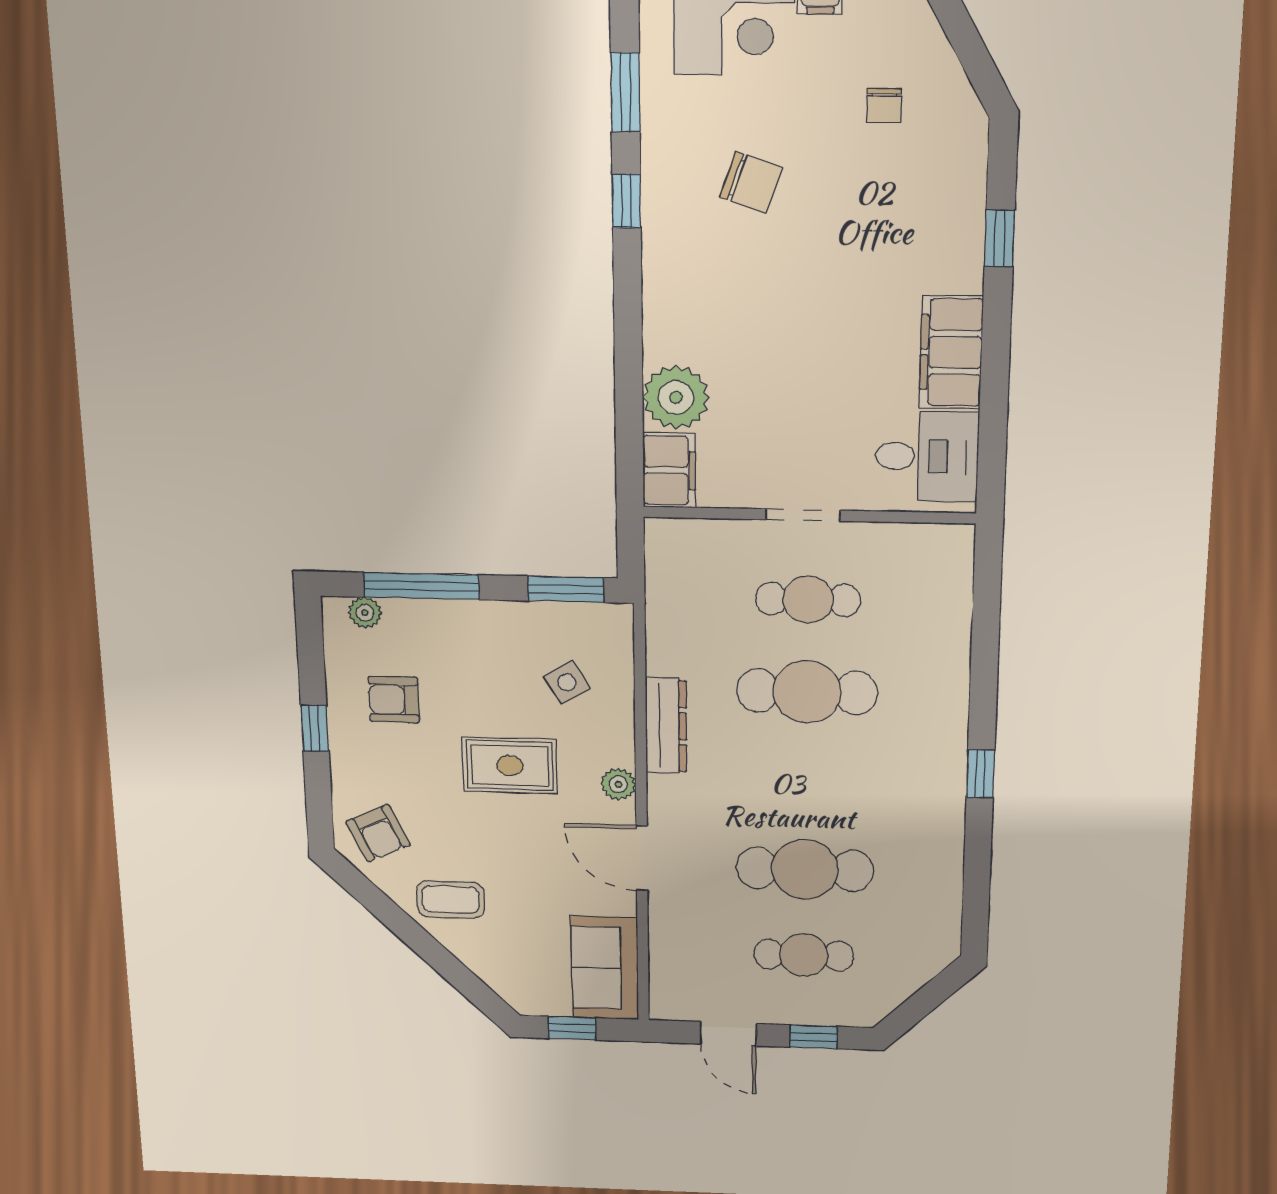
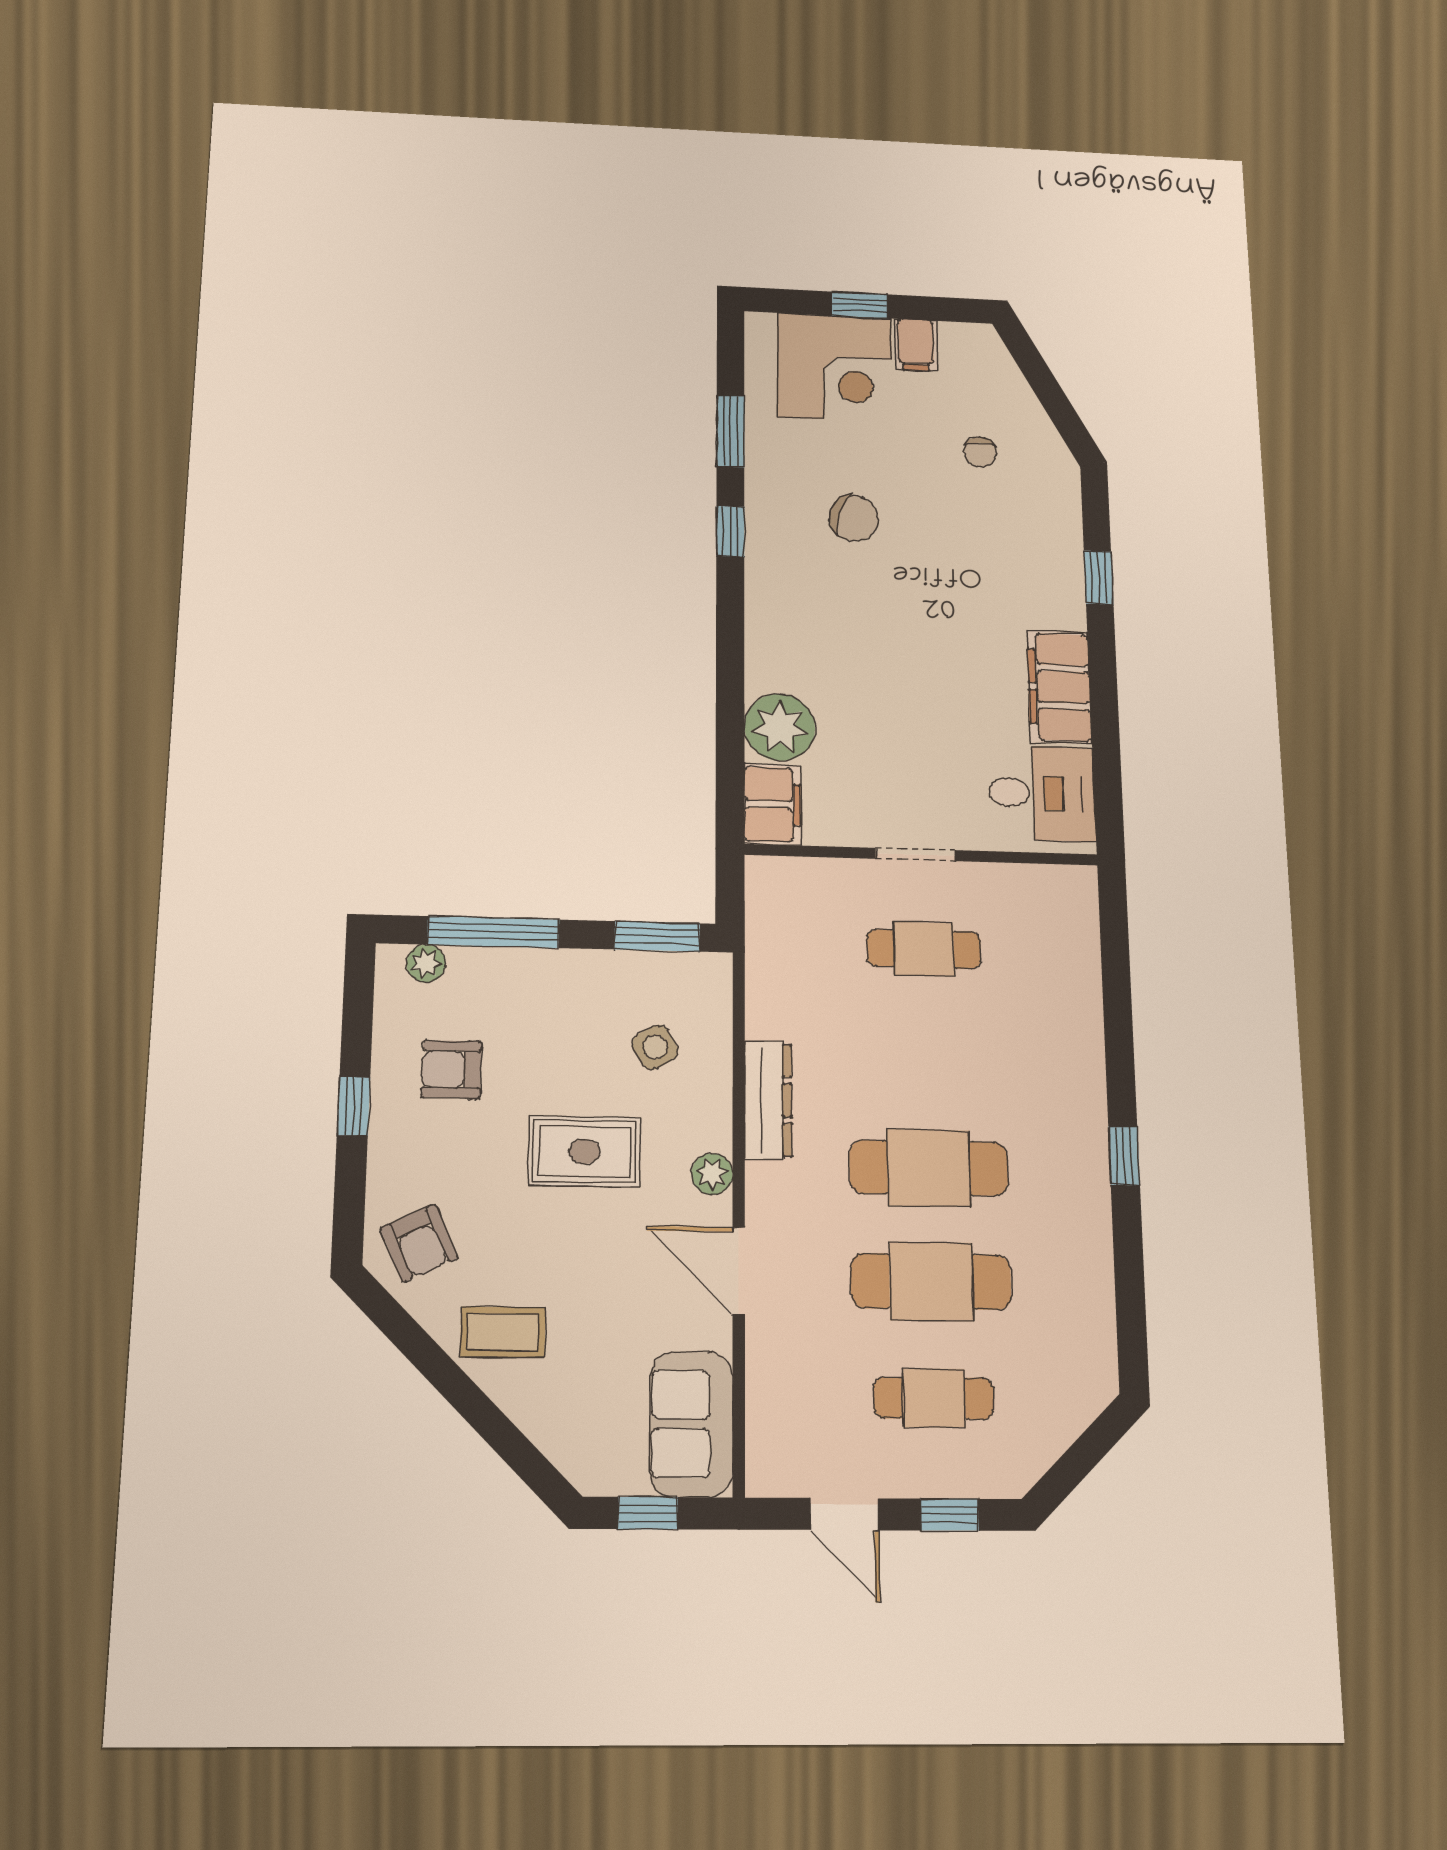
cafe table: (807, 692) -> (929, 1168), moved

